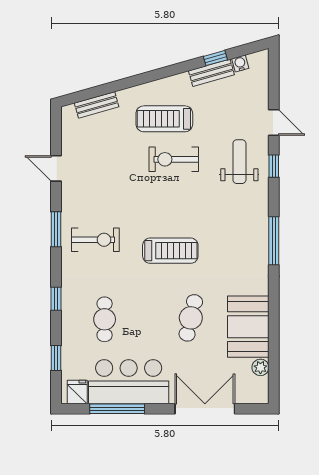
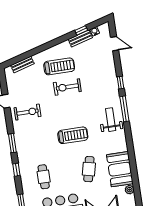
treadmill: (164, 119) -> (59, 66), turned 180
door: (274, 123) -> (115, 44), moved
weight bench: (239, 162) -> (111, 120), moved
window: (56, 229) -> (12, 143), moved
exercise bike: (95, 240) -> (28, 112), moved
window: (274, 241) -> (124, 109), moved

